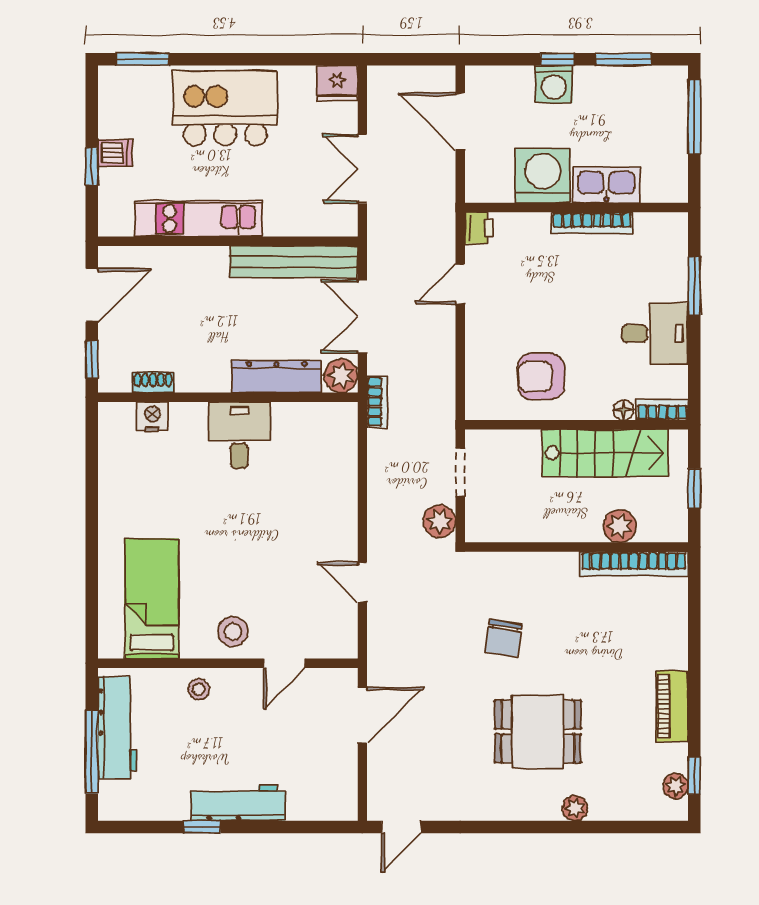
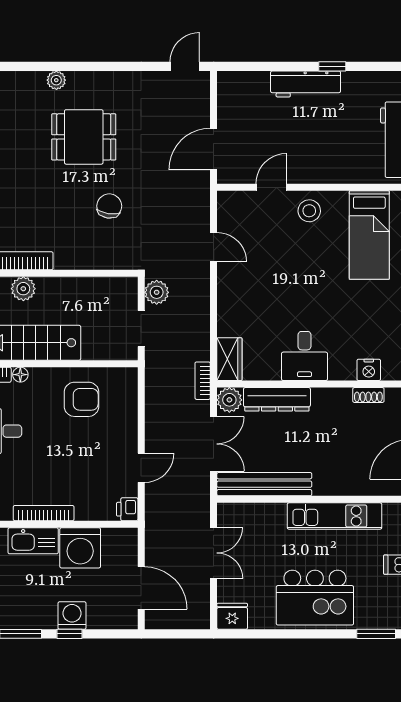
wardrobe: (341, 431) -> (229, 359), added
stool: (199, 689) -> (335, 168), removed

